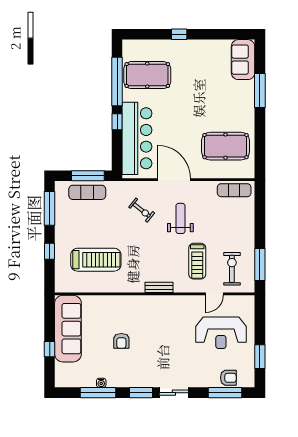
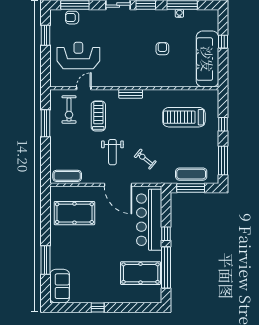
window: (179, 34) -> (98, 307), moved
window: (260, 265) -> (45, 123), moved

